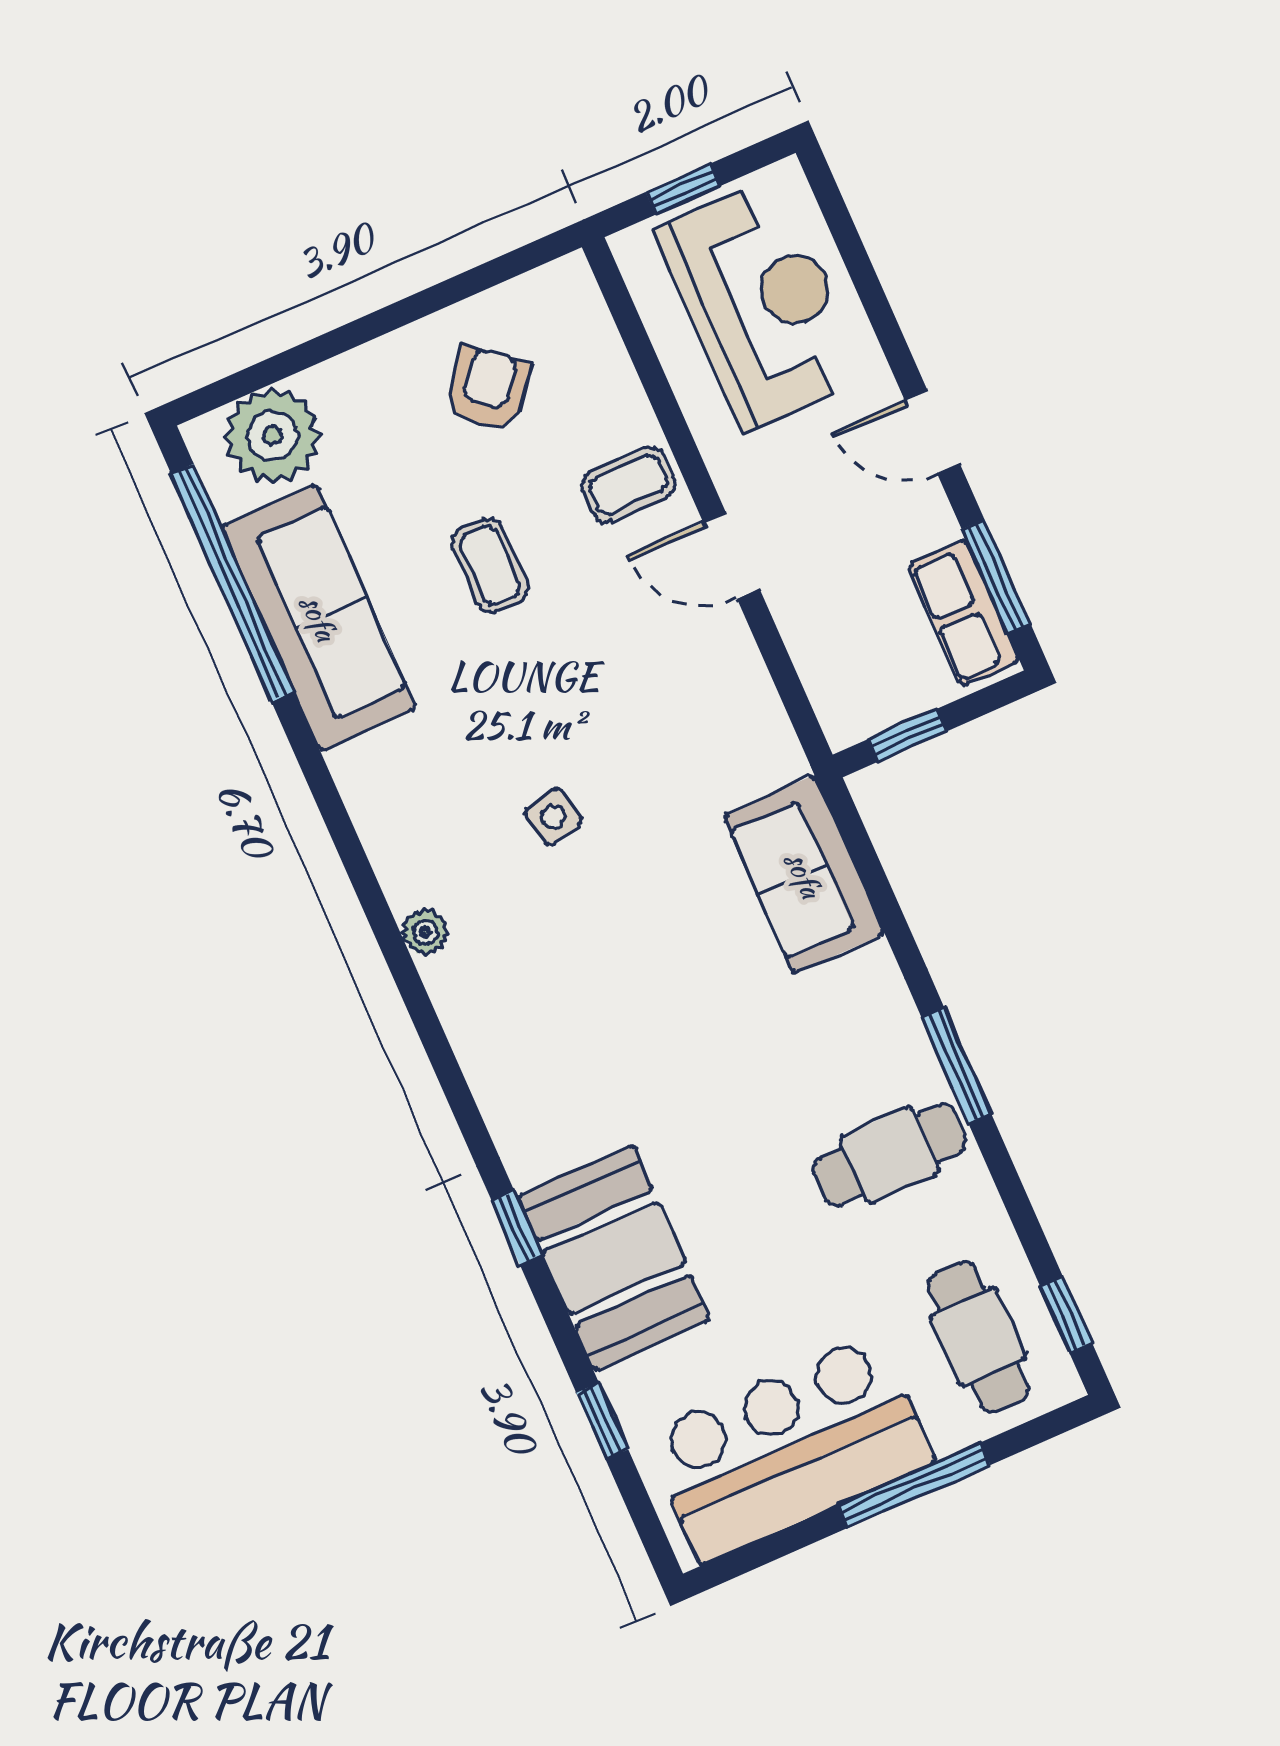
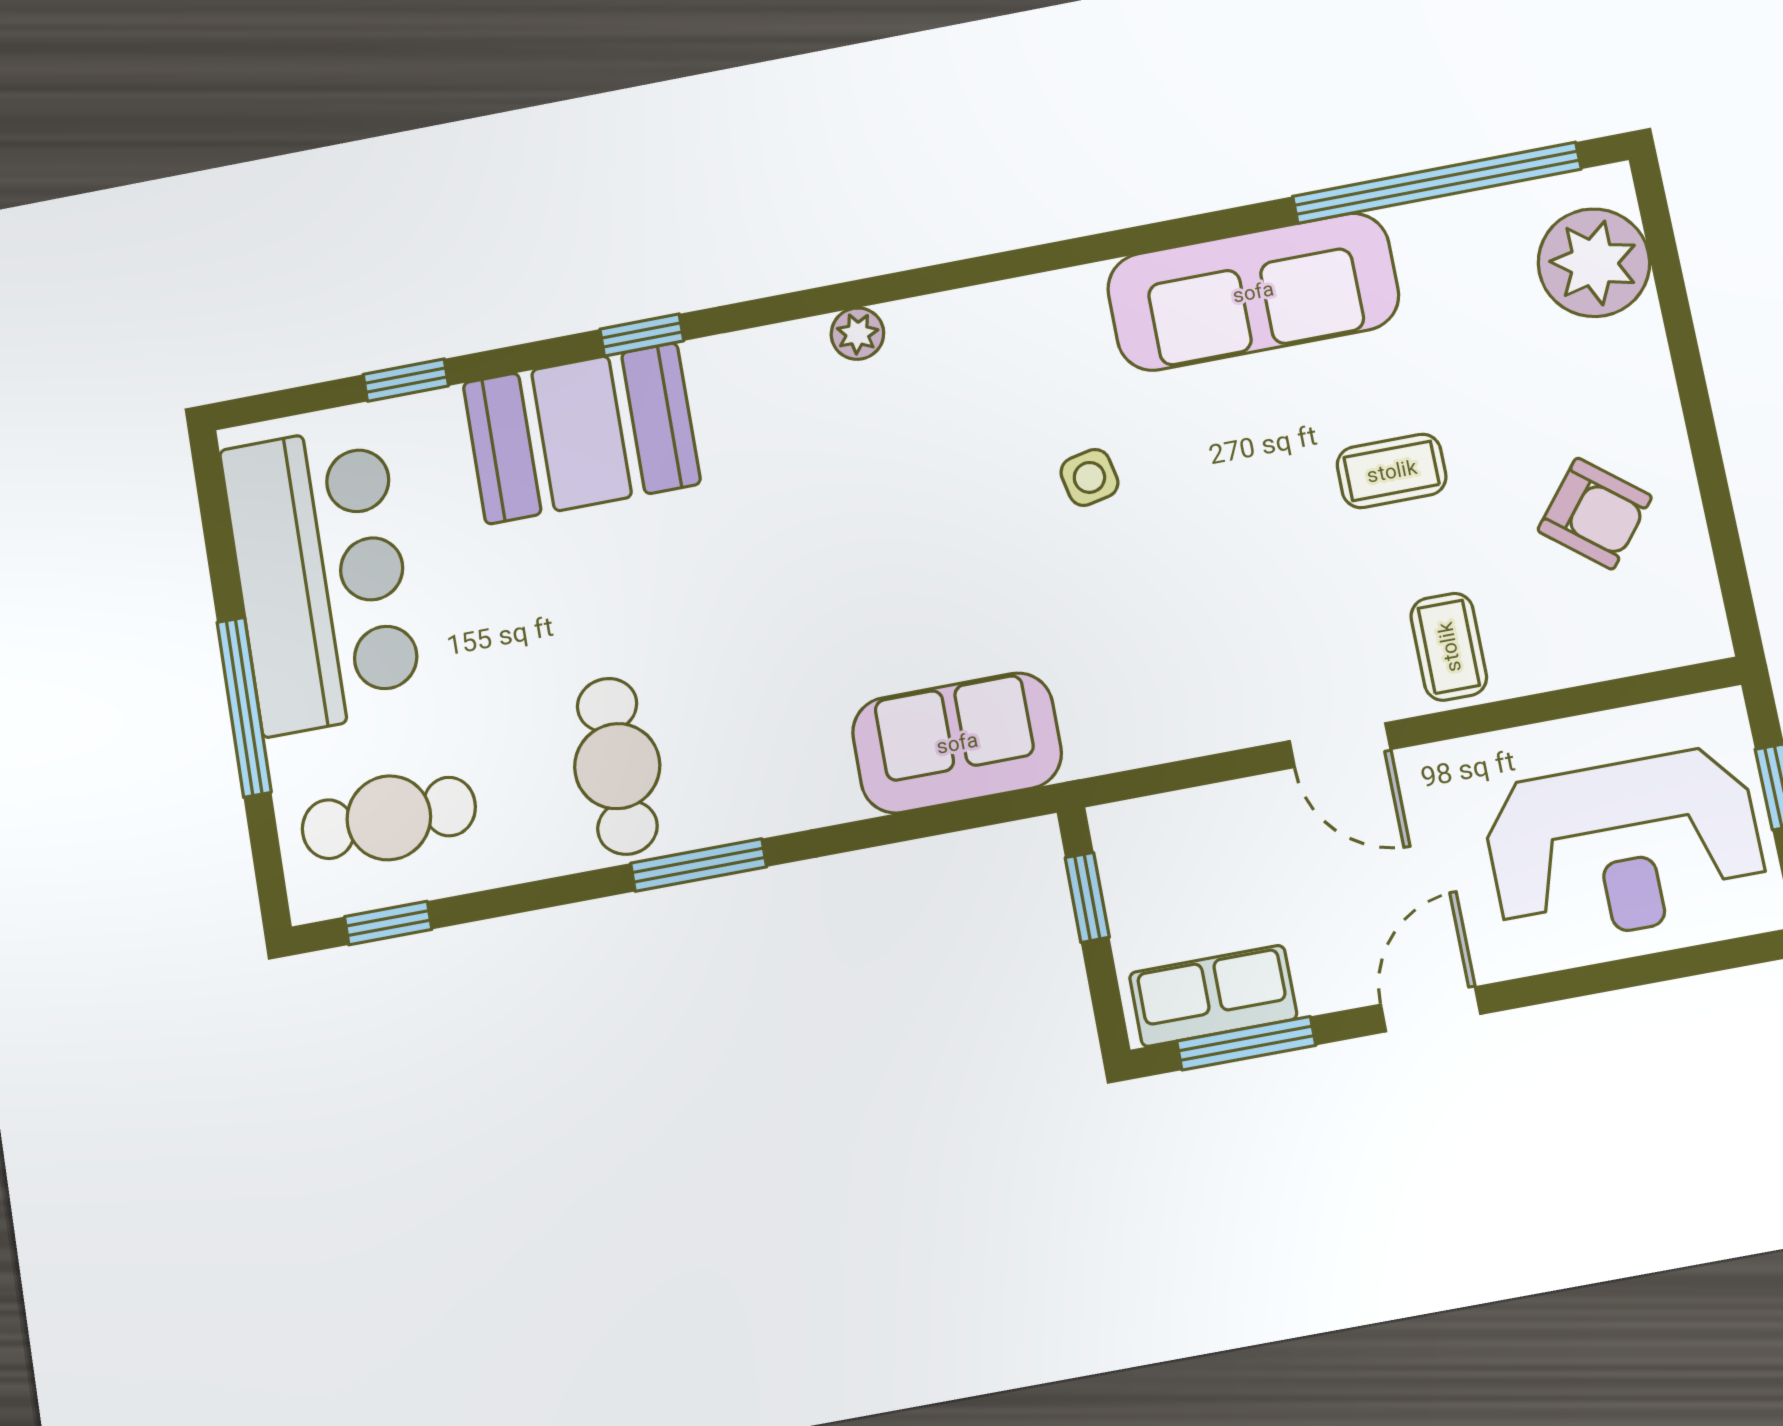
door: (732, 556) -> (1340, 745), swing flipped
sofa: (319, 618) -> (1253, 292), moved
plant: (425, 932) -> (857, 334), moved

